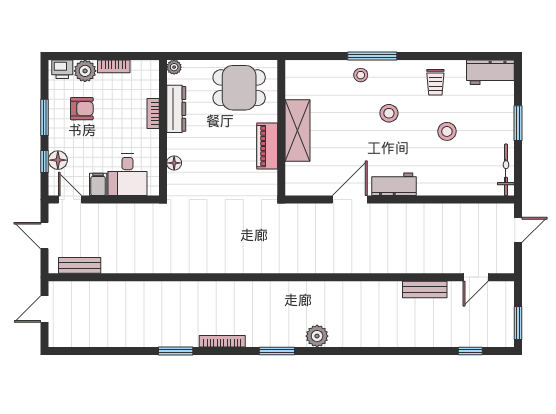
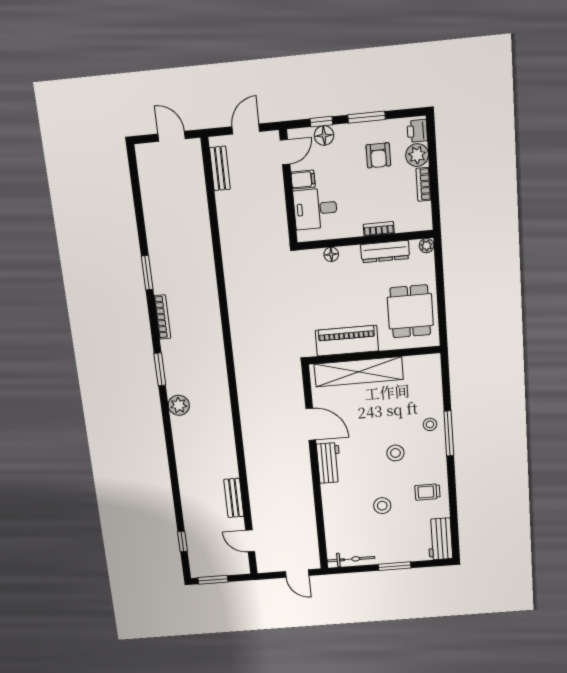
shelving: (298, 131) -> (359, 372), width x1.47
piano: (267, 146) -> (347, 341), width x1.37, depth x1.33

